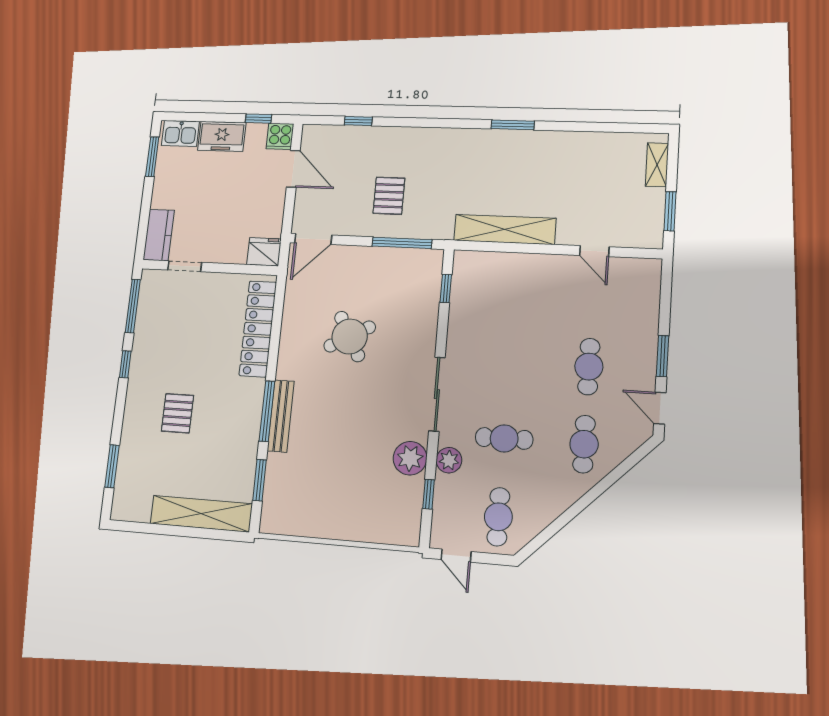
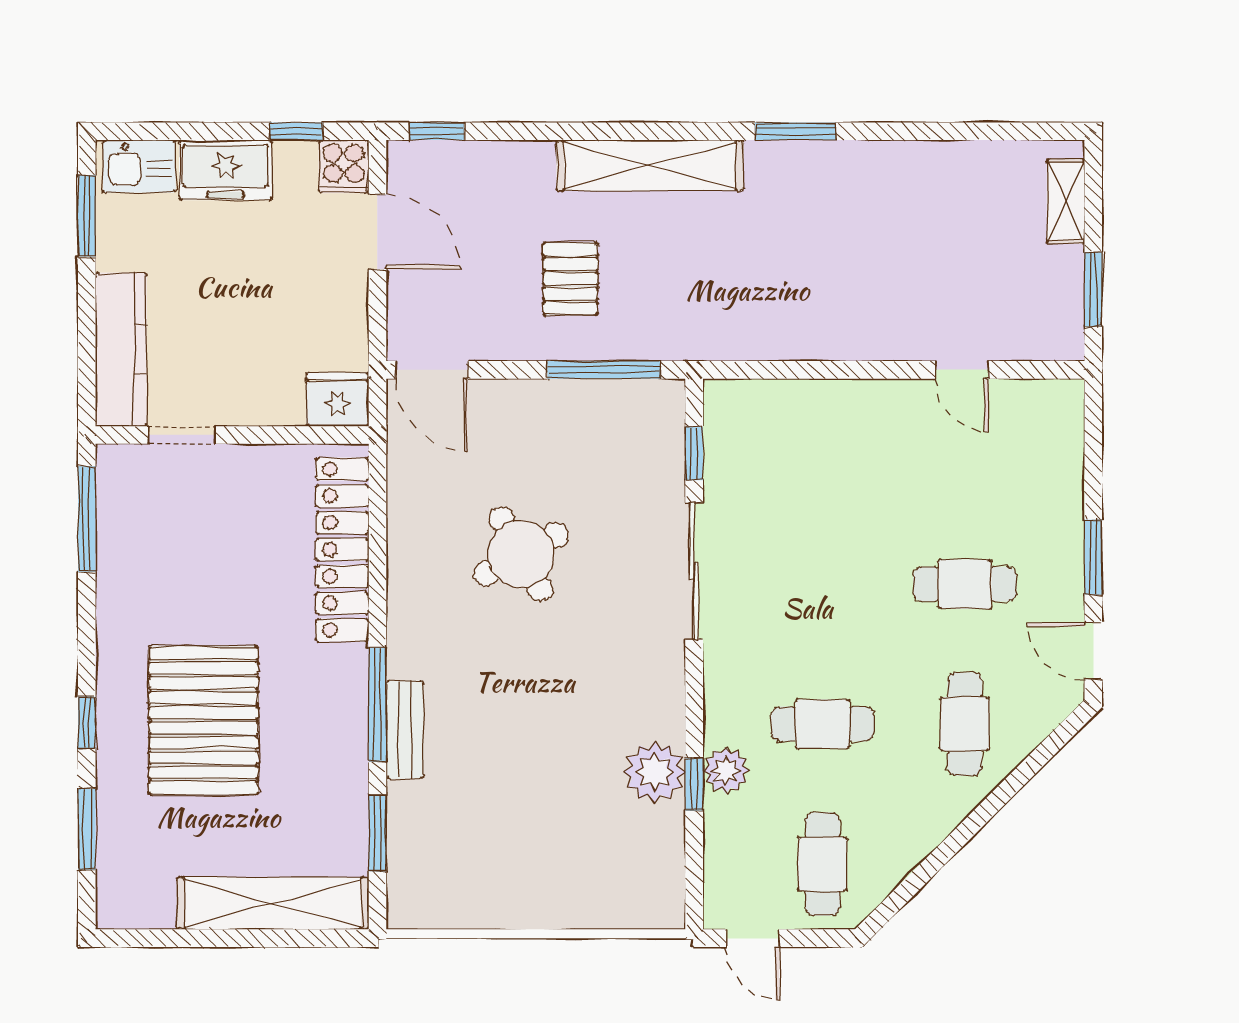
window: (358, 121) -> (437, 131), moved
shelving: (505, 229) -> (650, 165), moved
kitchen counter: (159, 235) -> (121, 349), width x1.50
door: (313, 239) -> (432, 370), hinge flipped
window: (125, 364) -> (87, 723), moved
cafe table: (589, 367) -> (965, 584), turned 90
sliding door: (437, 394) -> (694, 571), moved
pallet: (177, 413) -> (203, 720), width x2.05, depth x2.00
bench: (281, 416) -> (405, 730), width x0.73
window: (429, 494) -> (694, 784), moved

